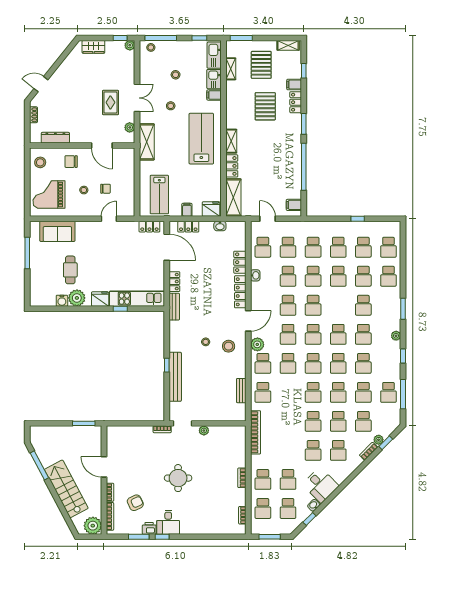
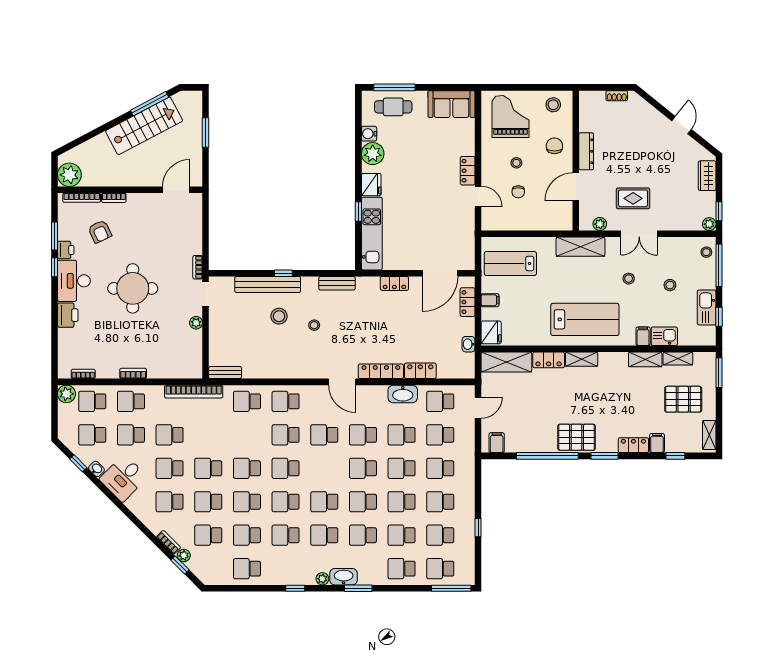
kitchen sink: (214, 55) -> (707, 307), moved, turned -90
door: (41, 84) -> (682, 125), moved
shelving: (231, 93) -> (645, 359), added
pallet: (265, 106) -> (577, 437), moved
dresser: (55, 138) -> (586, 151), moved
locker: (149, 227) -> (468, 171), moved
sofa: (57, 231) -> (451, 104), moved, turned -90
window: (27, 253) -> (394, 87), moved
cafe table: (70, 270) -> (393, 107), moved
washbasin: (255, 275) -> (403, 394), width x1.91, depth x1.45
bench: (174, 307) -> (337, 283), moved
washbasin: (394, 320) -> (344, 577), added
school desk: (313, 334) -> (363, 502), moved
plant: (257, 344) -> (66, 394), moved
stool: (229, 346) -> (279, 316), moved
bench: (241, 391) -> (225, 372), moved
window: (403, 394) -> (451, 588), moved
window: (84, 423) -> (206, 132), moved
school desk: (288, 450) -> (170, 435), added
door: (104, 467) -> (176, 190), moved
round table: (178, 478) -> (133, 288), width x1.36, depth x1.36
stairs: (66, 489) -> (144, 126), moved
desk: (168, 522) -> (74, 281), width x1.37
printer: (198, 527) -> (68, 315), added
window: (270, 537) -> (54, 410), removed

